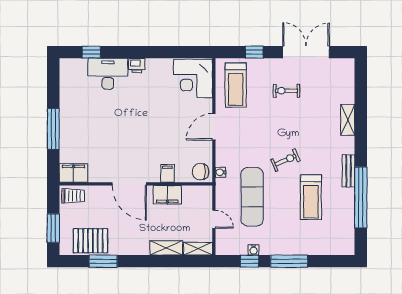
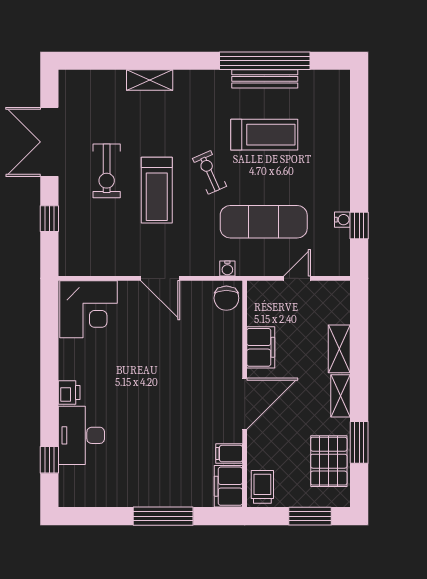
treadmill: (236, 85) -> (157, 190), moved, turned 90
exercise bike: (286, 91) -> (107, 171), width x1.38, depth x1.39
bench: (349, 171) -> (265, 79), moved, width x1.36
filing cabinet: (167, 173) -> (229, 454), moved
shelving: (198, 249) -> (341, 396), moved
window: (289, 261) -> (359, 167), removed

